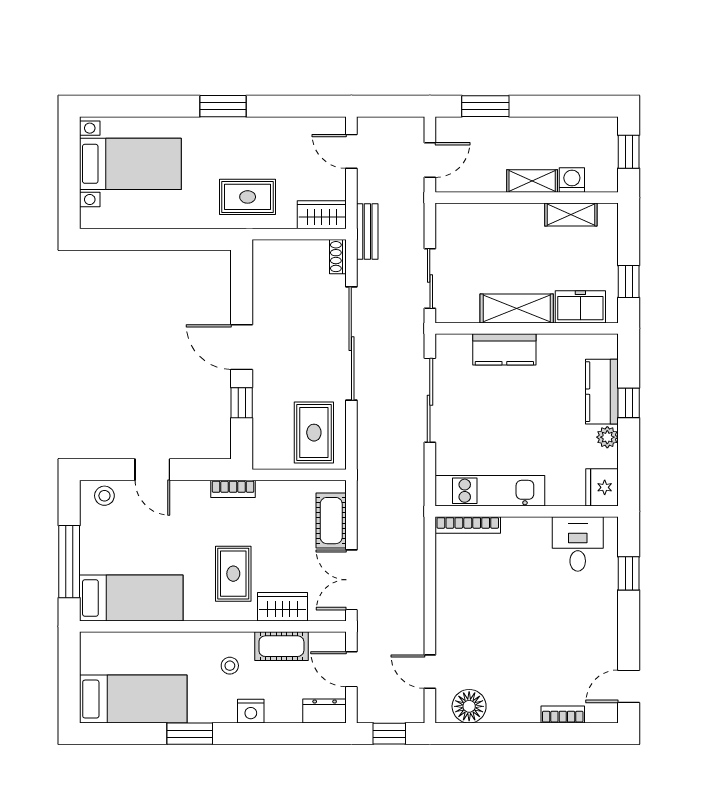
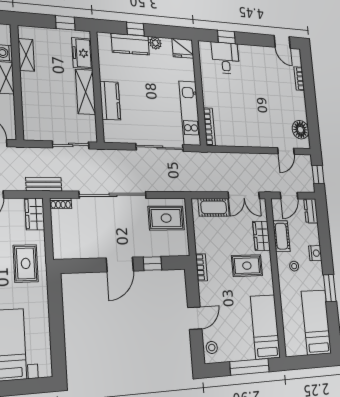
sliding door: (430, 400) -> (160, 147), moved
desk: (578, 544) -> (225, 58), moved, turned 90

